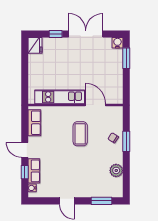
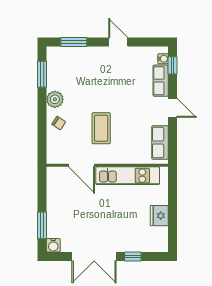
fridge: (35, 45) -> (159, 216), moved
window: (126, 141) -> (42, 74), moved
plant: (116, 170) -> (55, 99), moved
window: (25, 172) -> (173, 65), moved

